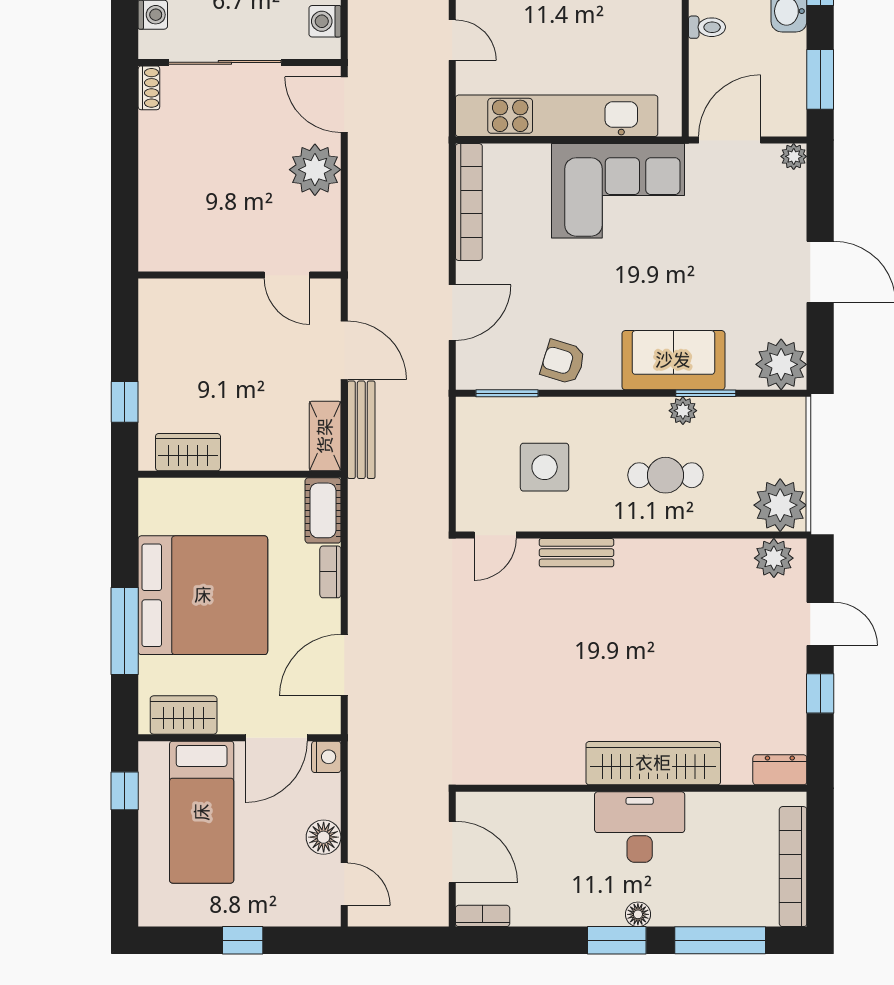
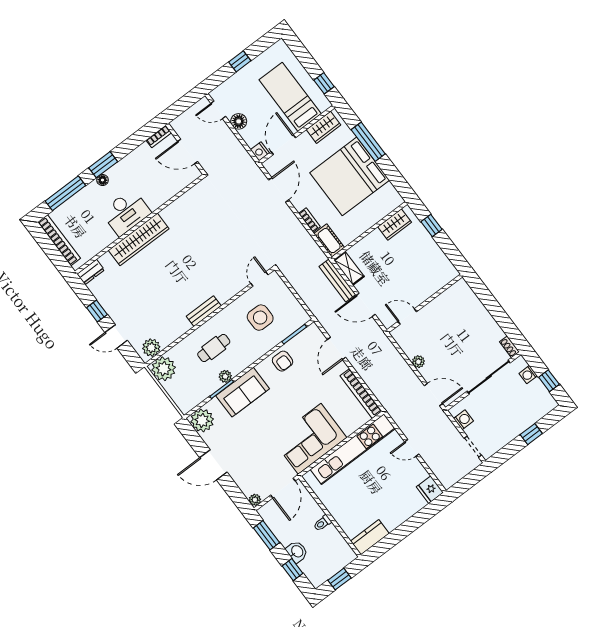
plant: (315, 170) -> (418, 362), width x0.53, depth x0.53
armchair: (563, 362) -> (283, 361), turned 73
bench: (576, 553) -> (204, 311), moved

